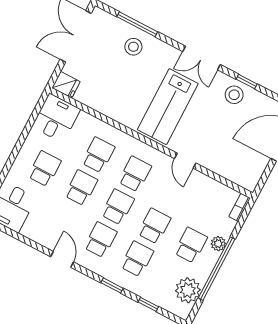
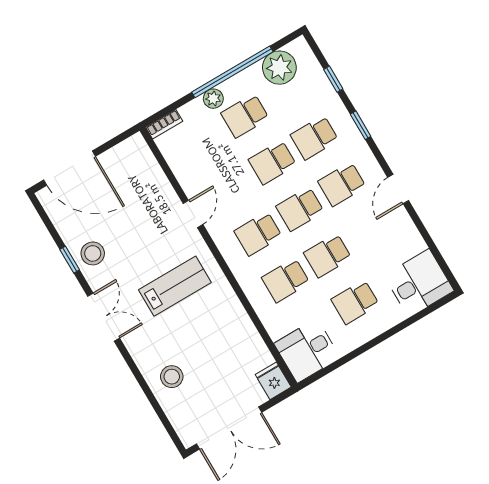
window: (137, 24) -> (152, 399), removed
lab bench: (168, 107) -> (175, 286), width x0.73, depth x0.72

